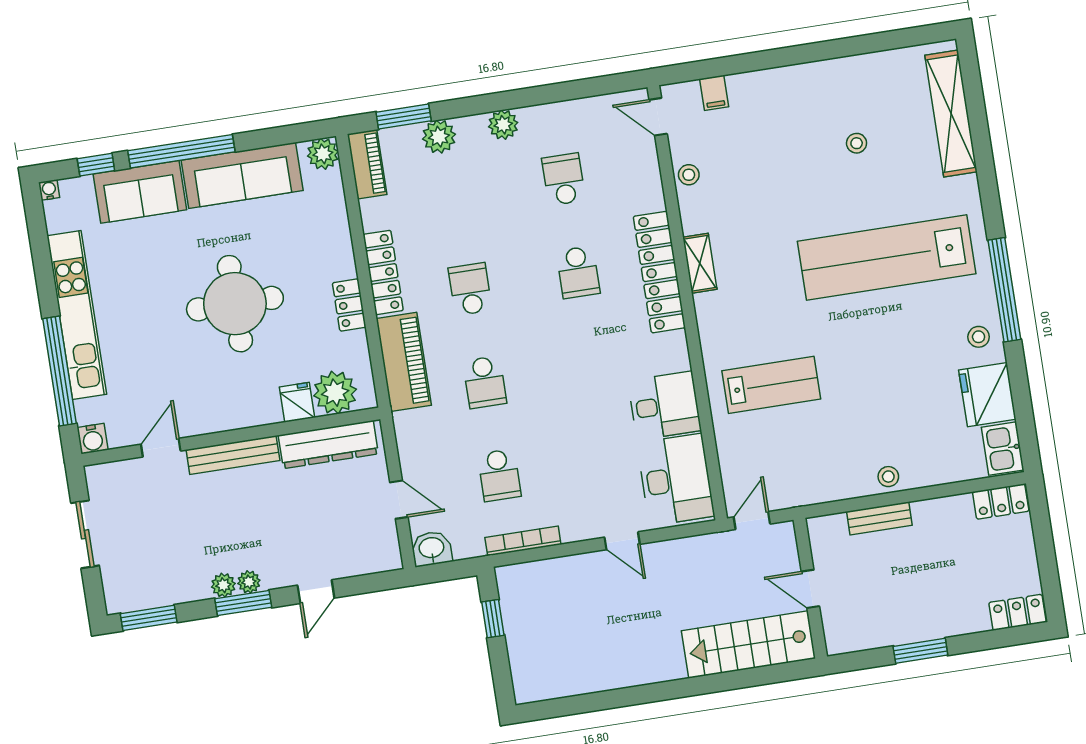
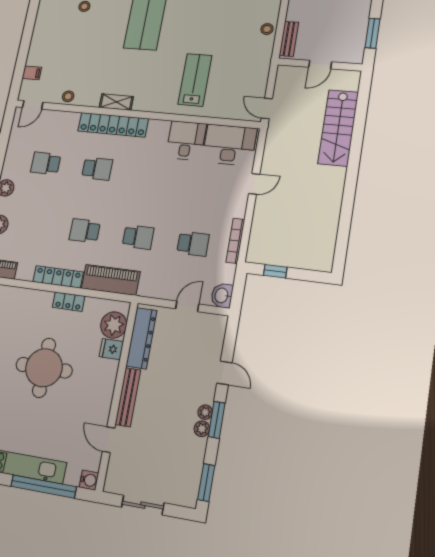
wall: (810, 588) -> (320, 65), moved
door: (810, 589) -> (320, 65), moved

